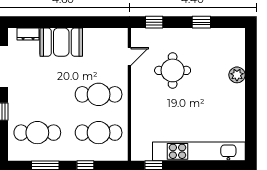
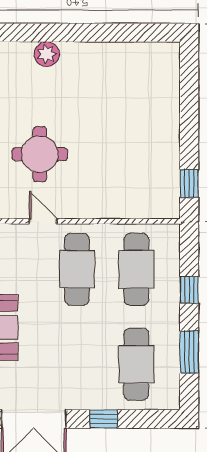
door: (129, 56) -> (43, 221), moved
kitchen unit: (199, 151) -> (165, 113), removed

